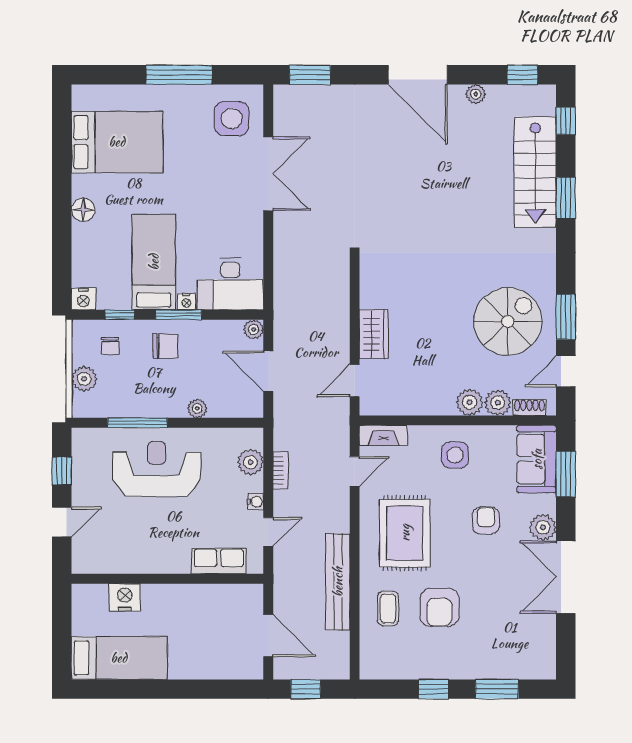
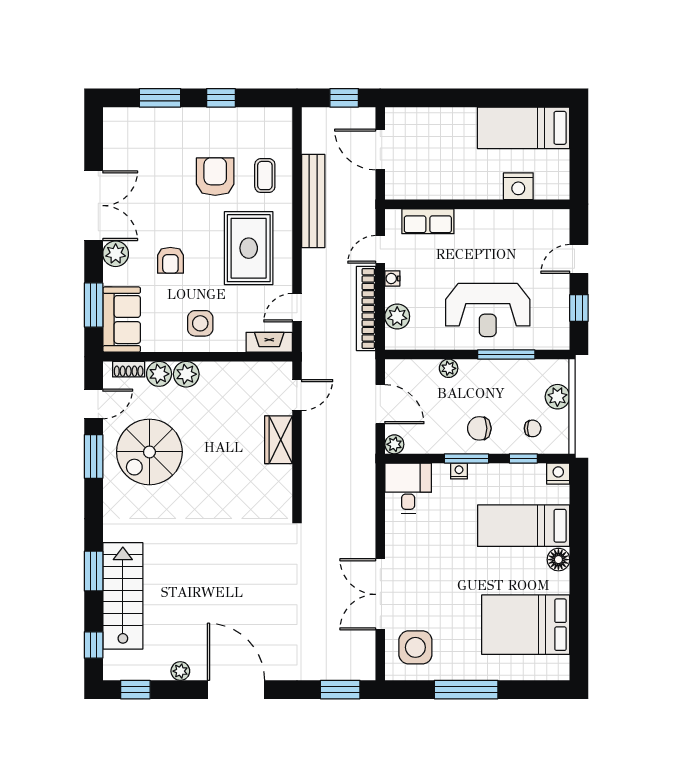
bed: (154, 262) -> (524, 526), moved, turned 90
desk: (230, 284) -> (408, 488), width x0.73
chair: (110, 346) -> (533, 428), turned 90
bookcase: (281, 470) -> (366, 309), width x2.31, depth x1.31

